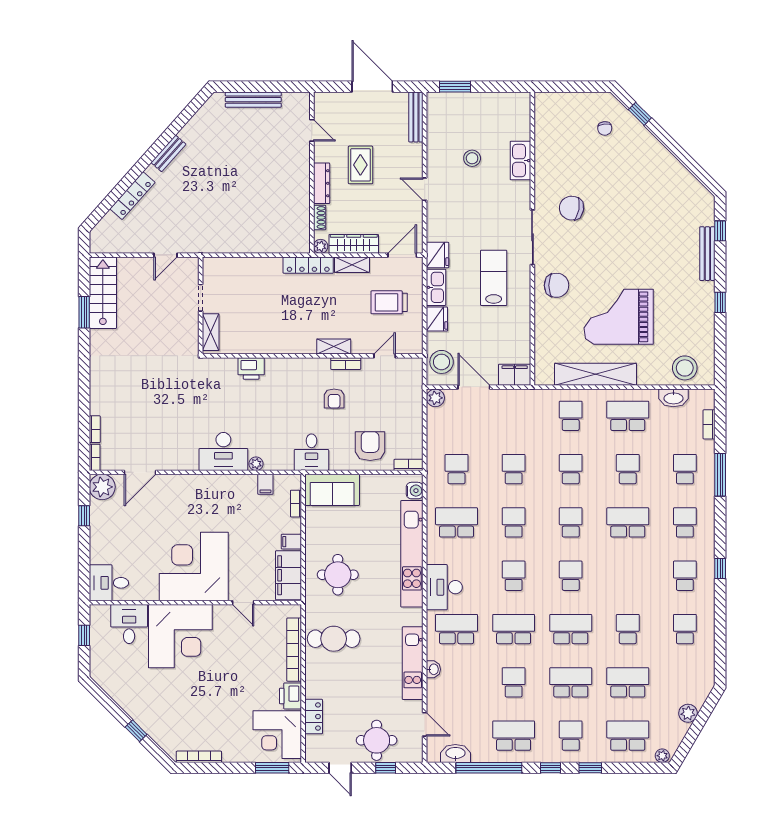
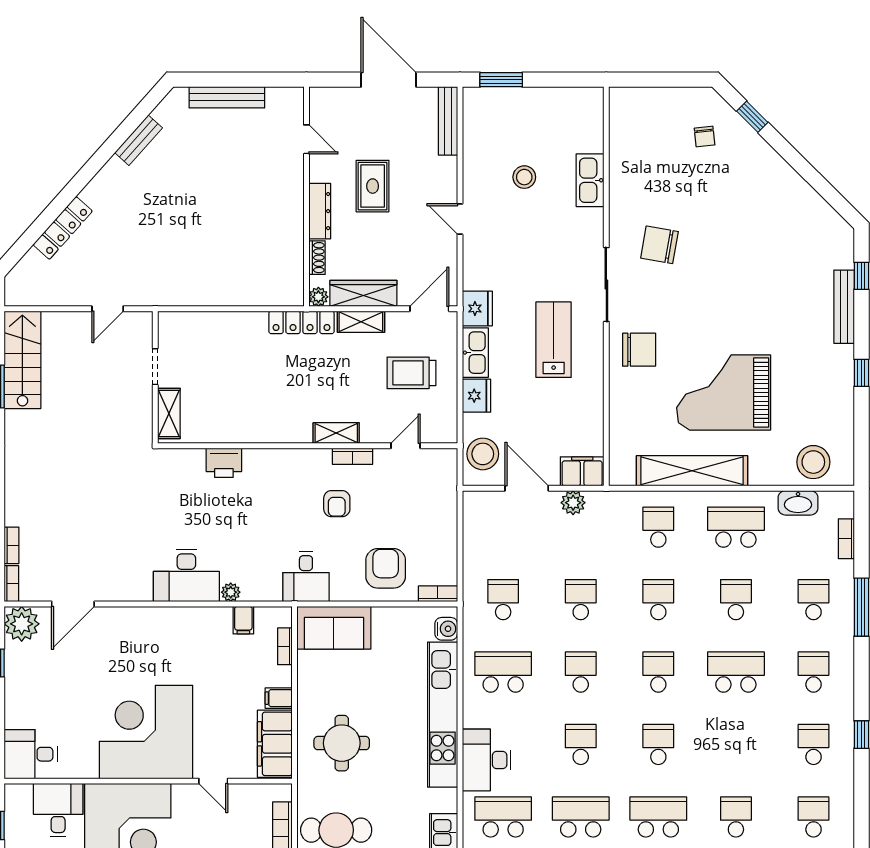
bench: (168, 153) -> (139, 140), moved
plant: (435, 398) -> (573, 503), moved

